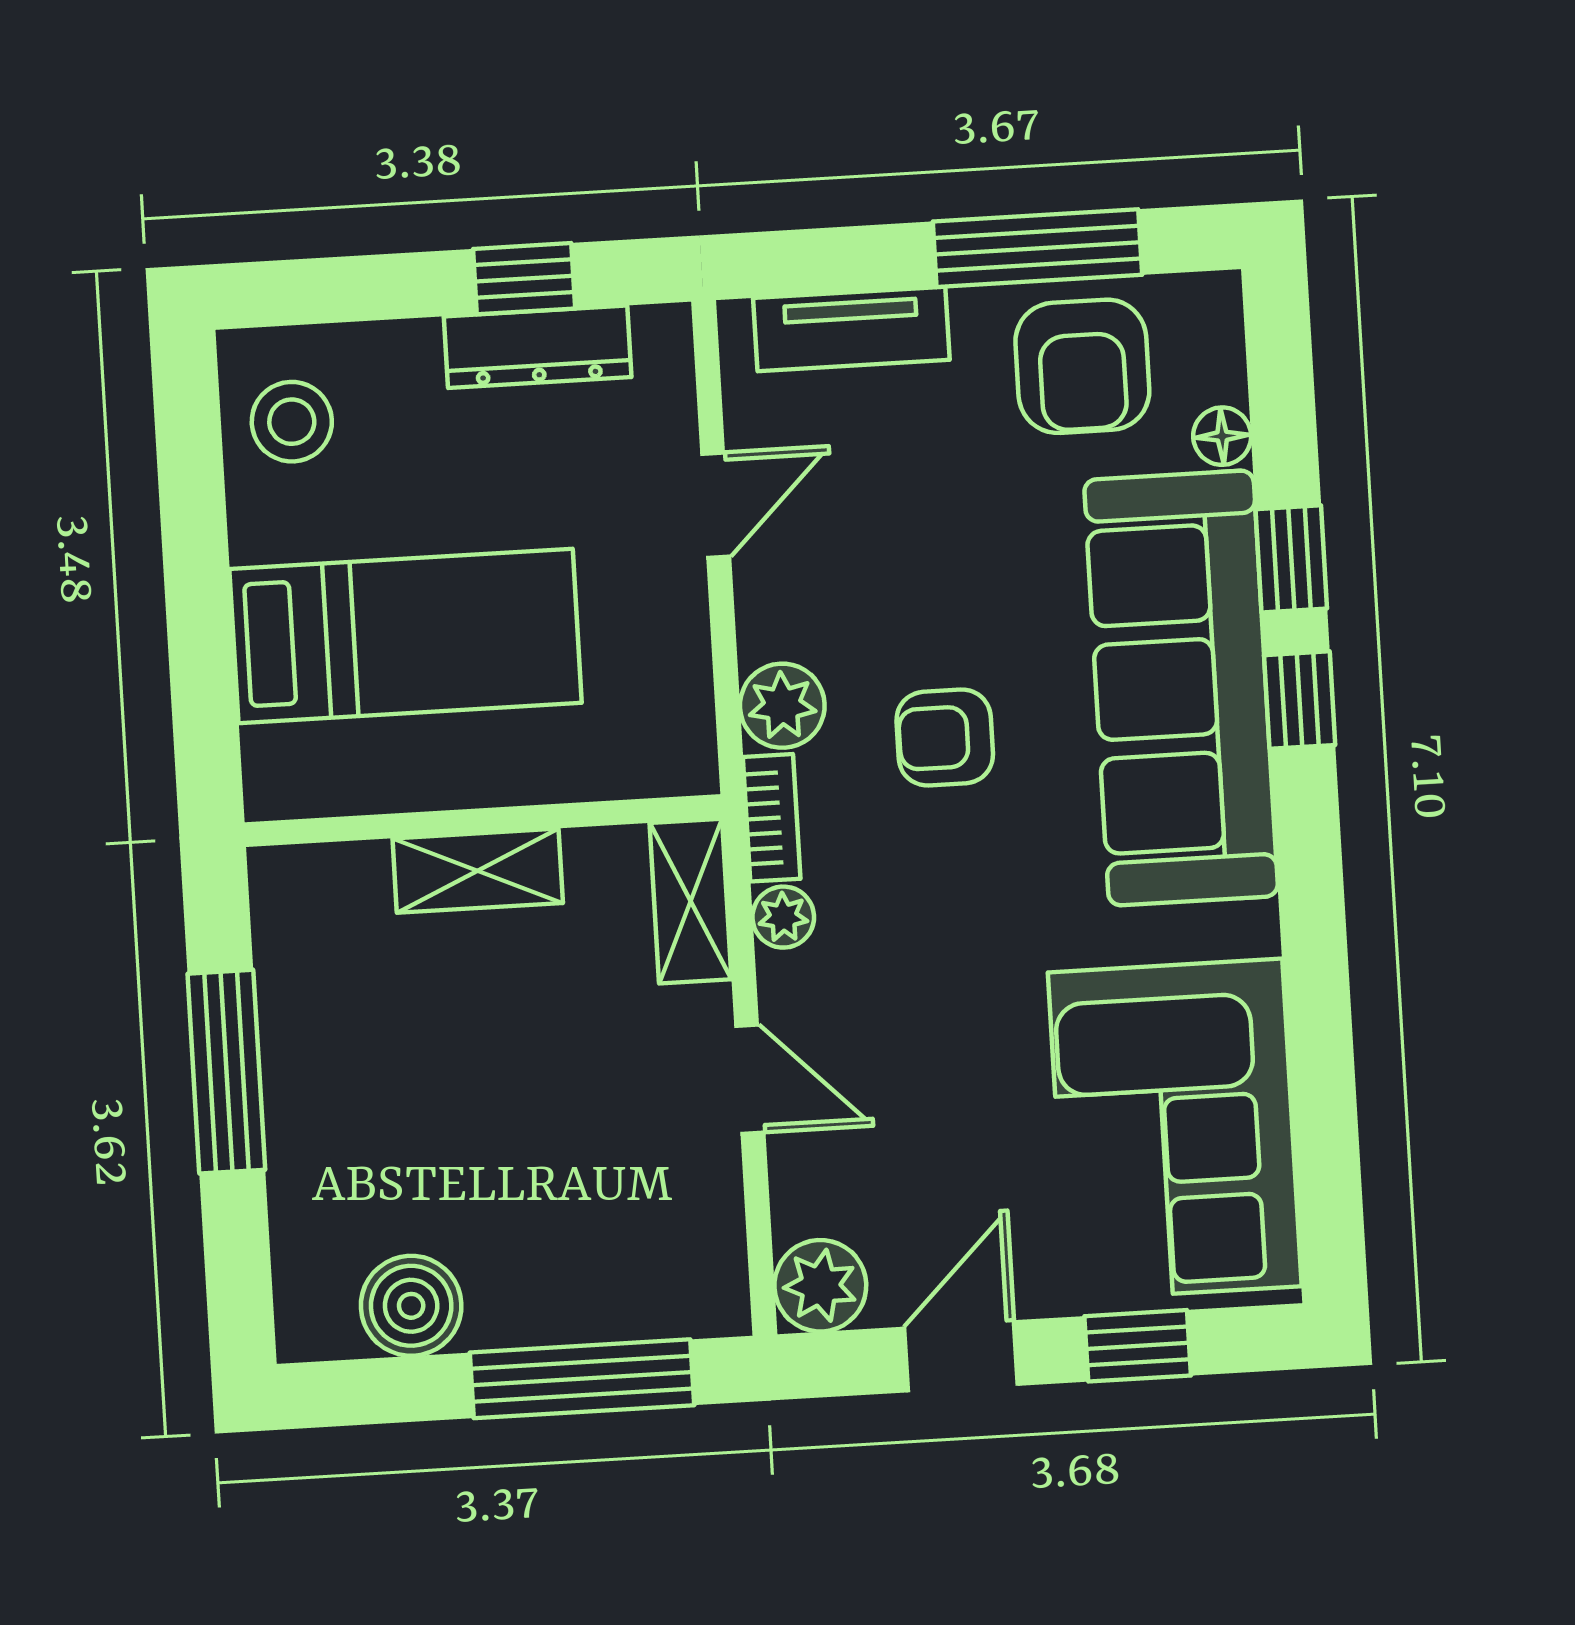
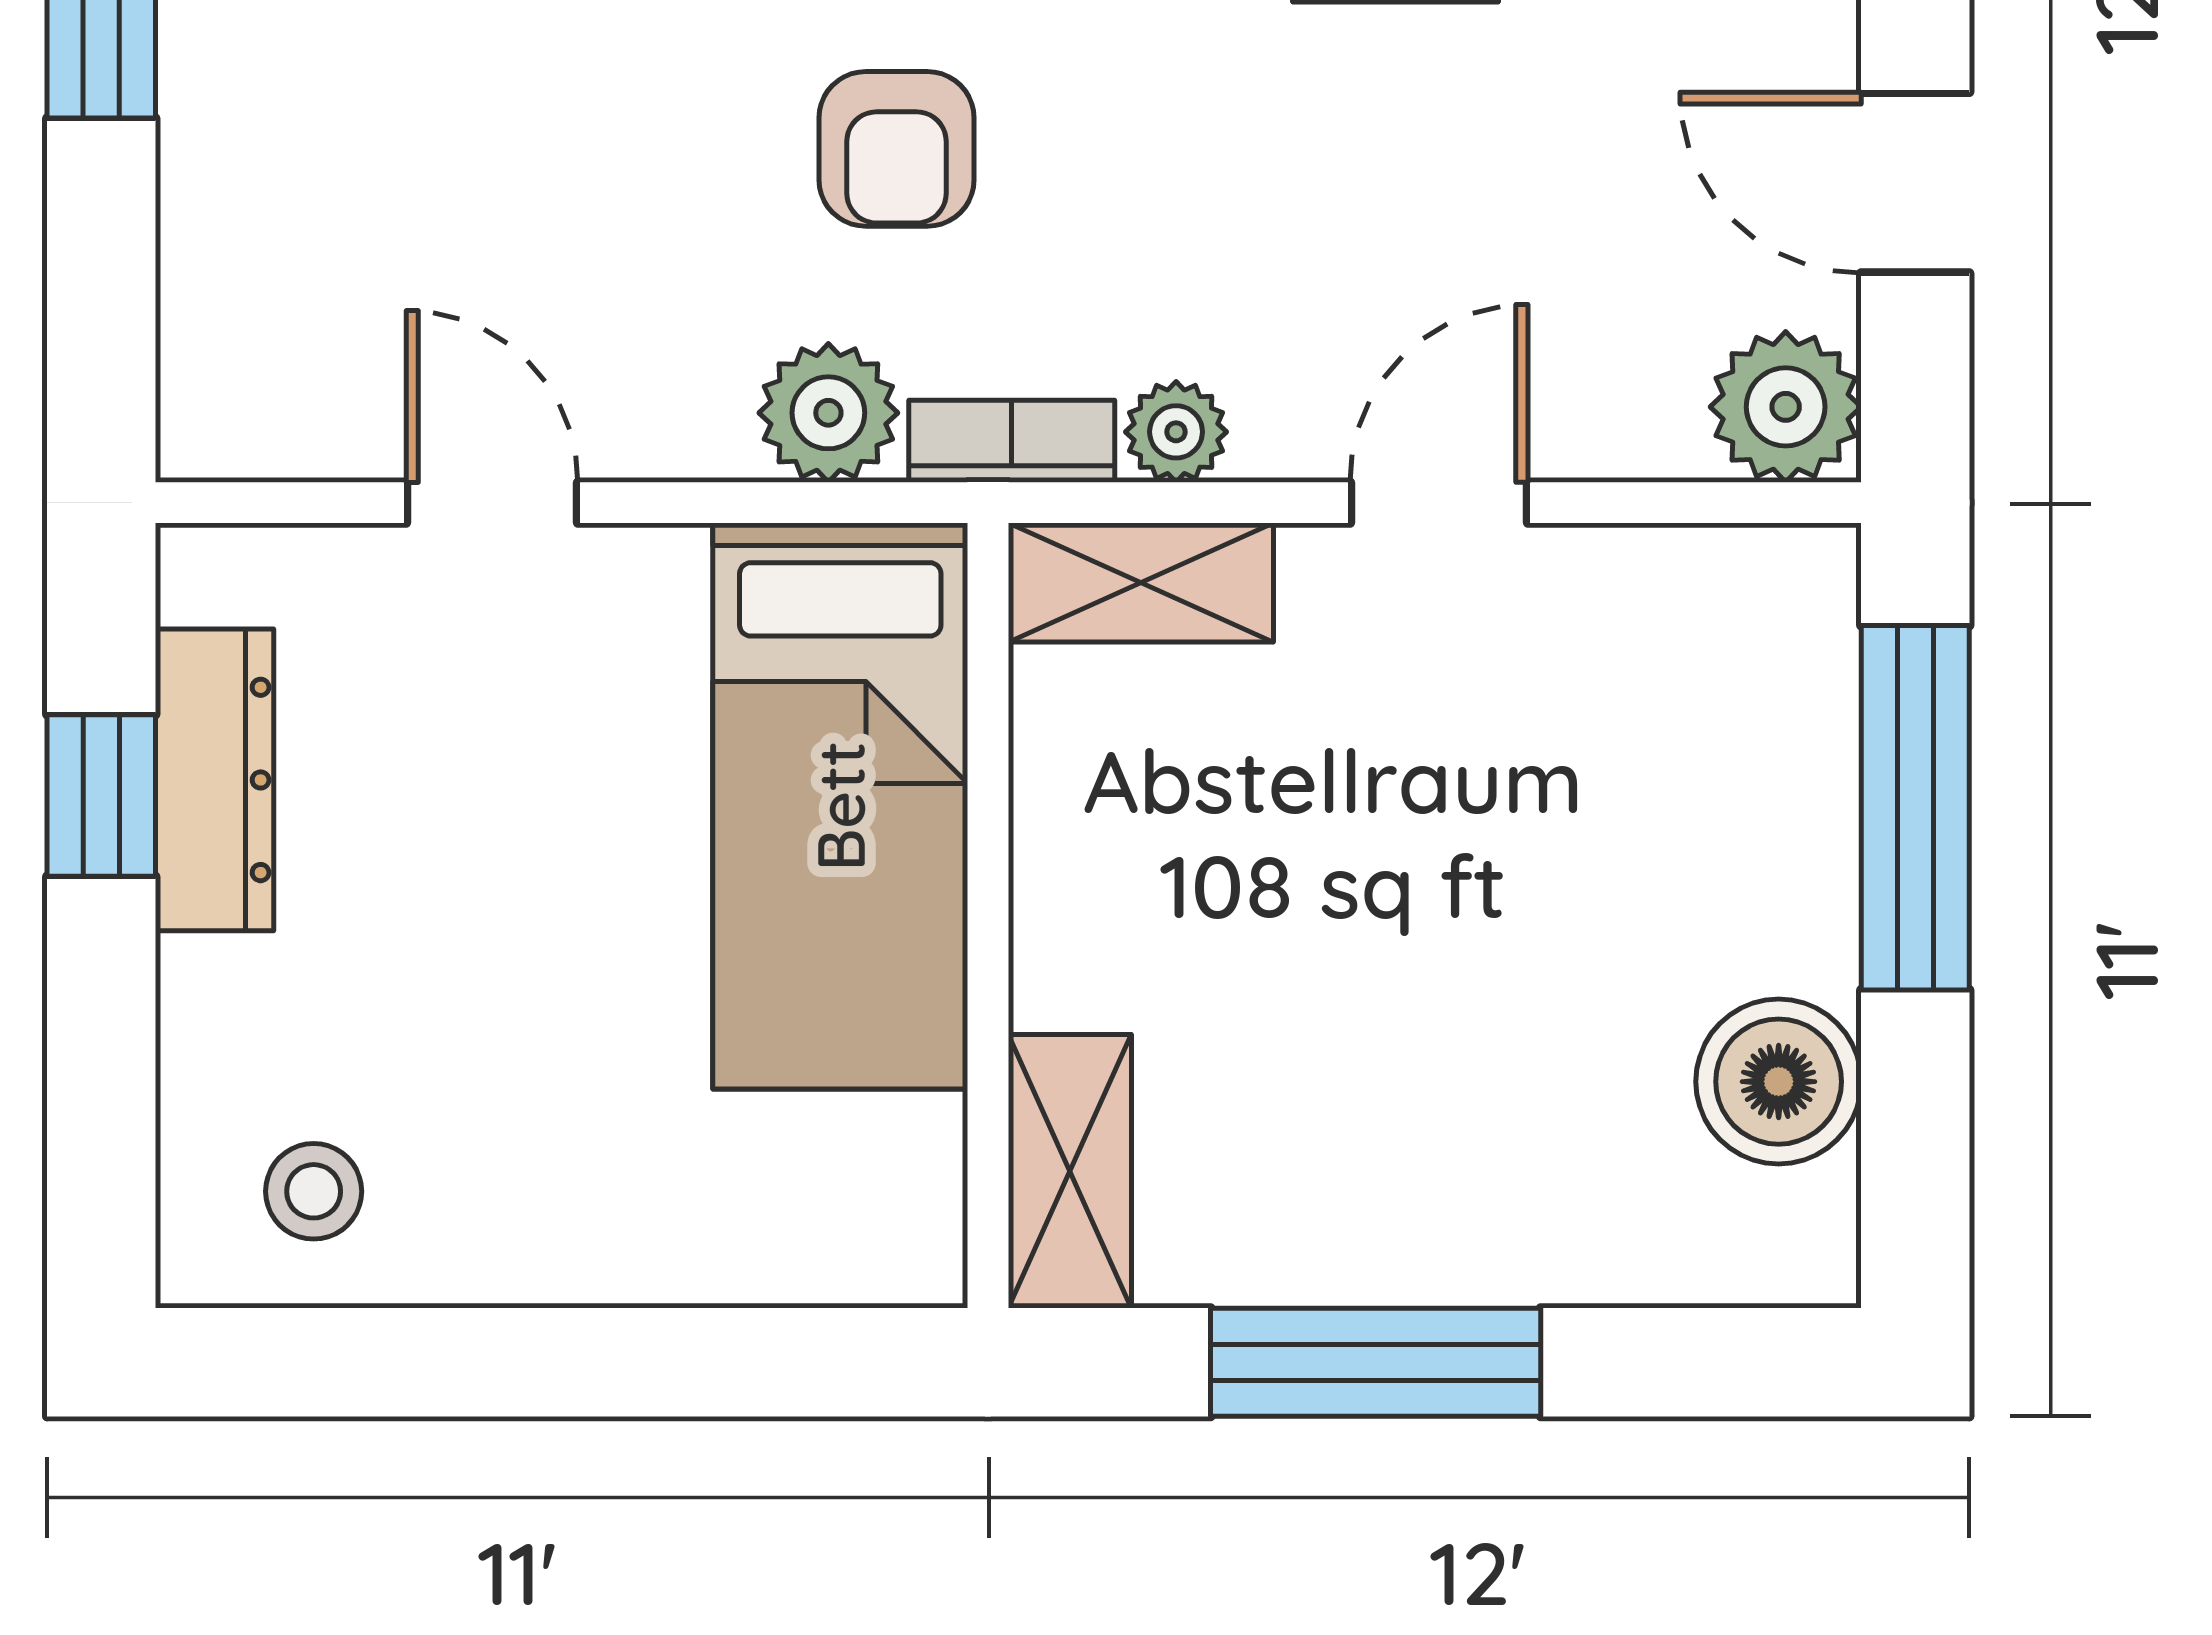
tv unit: (851, 329) -> (216, 262), removed
stool: (292, 422) -> (314, 1191), width x0.73, depth x0.73
bed: (406, 636) -> (840, 806), moved, turned 180
shelving: (478, 871) -> (1070, 1171), moved

